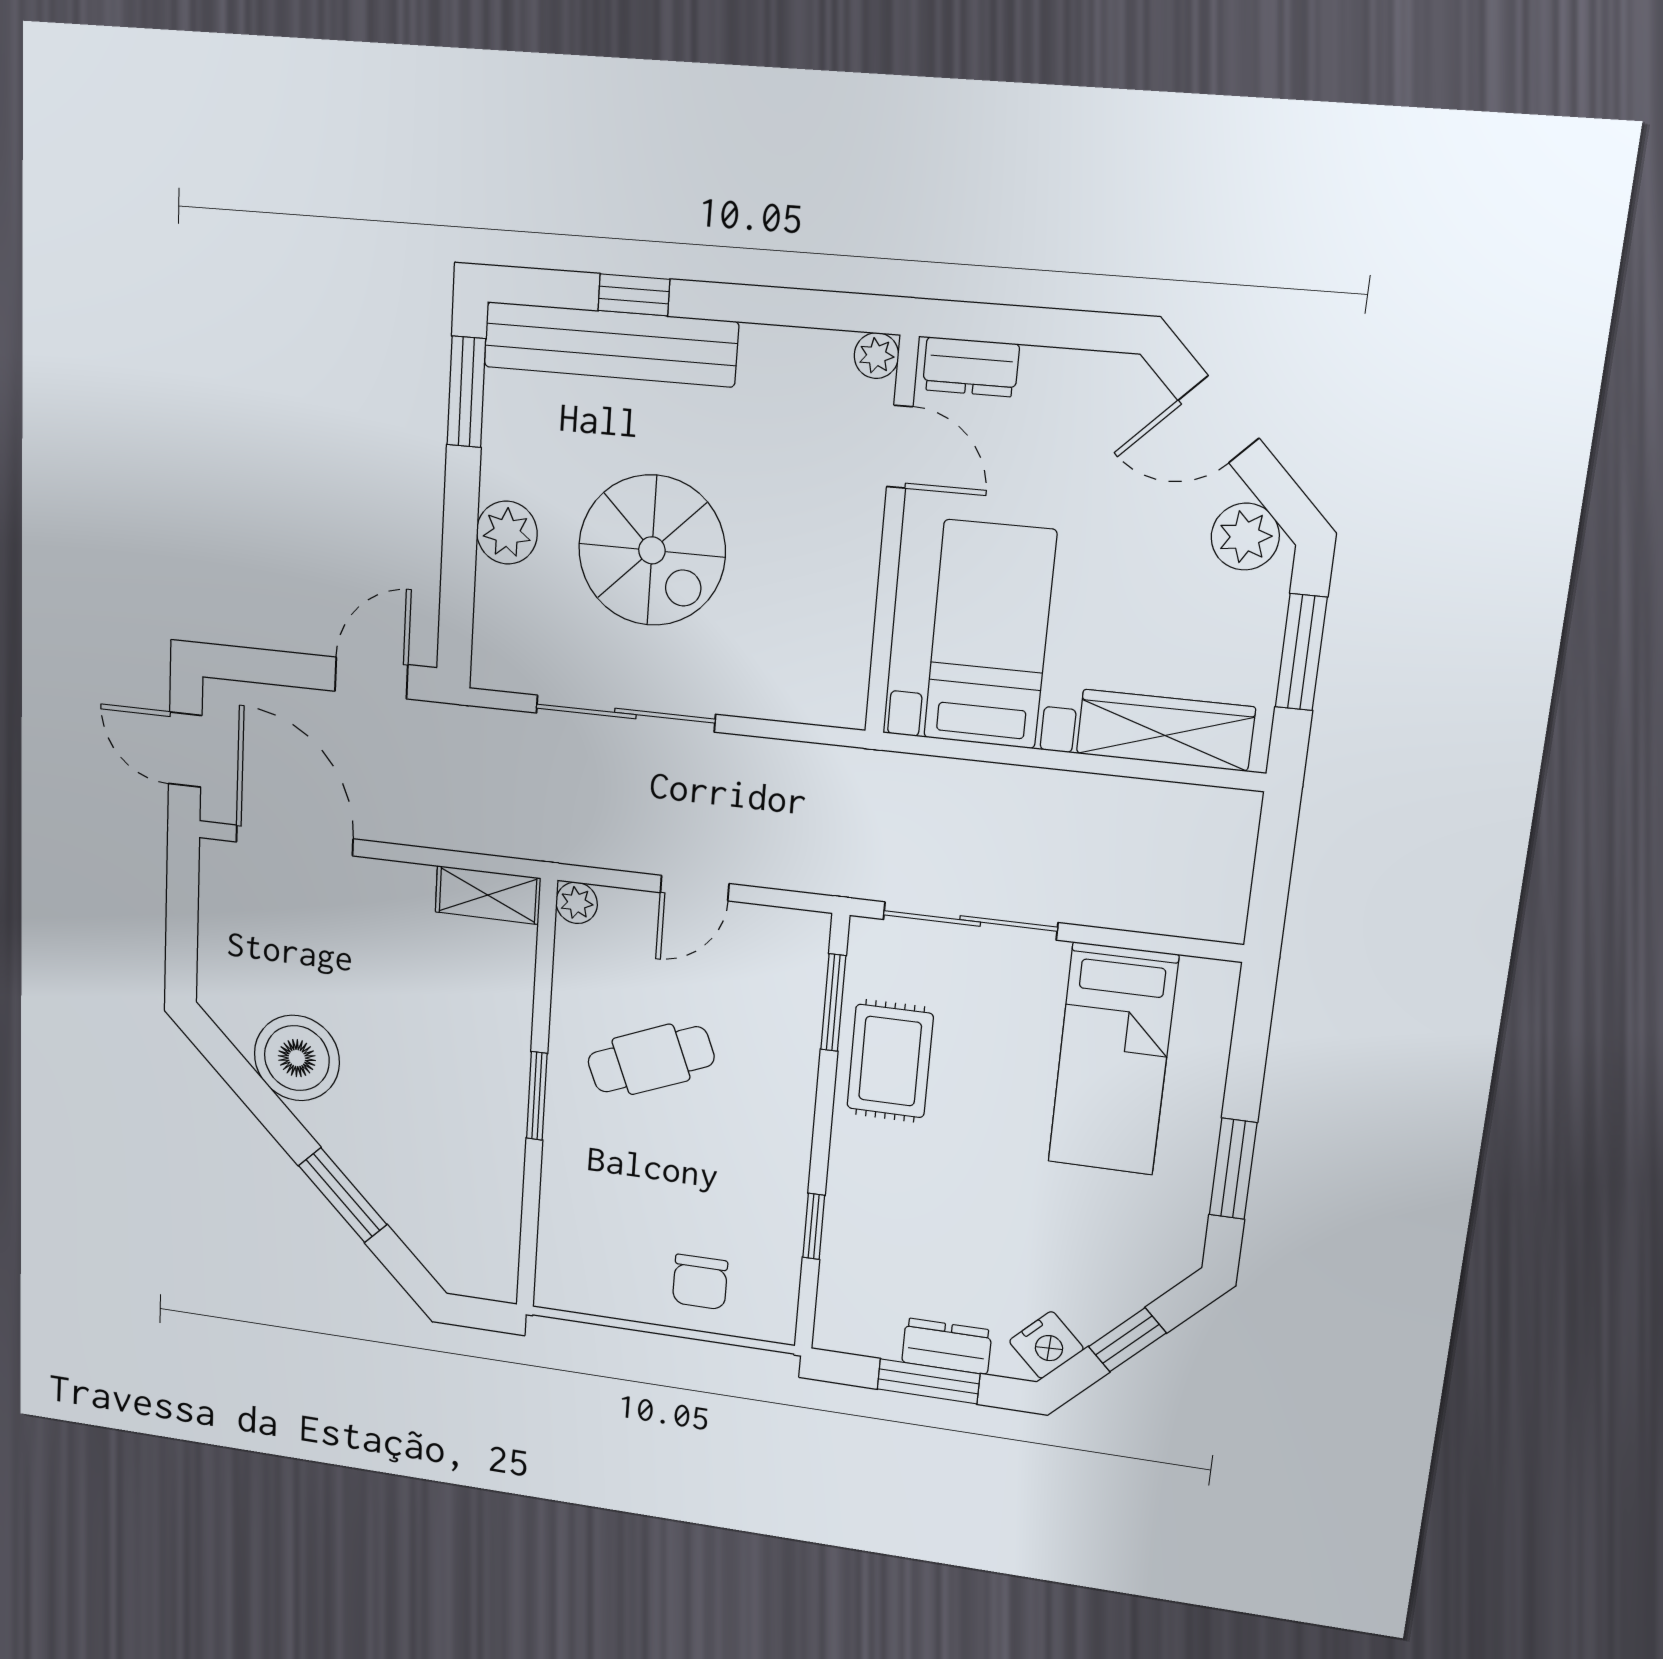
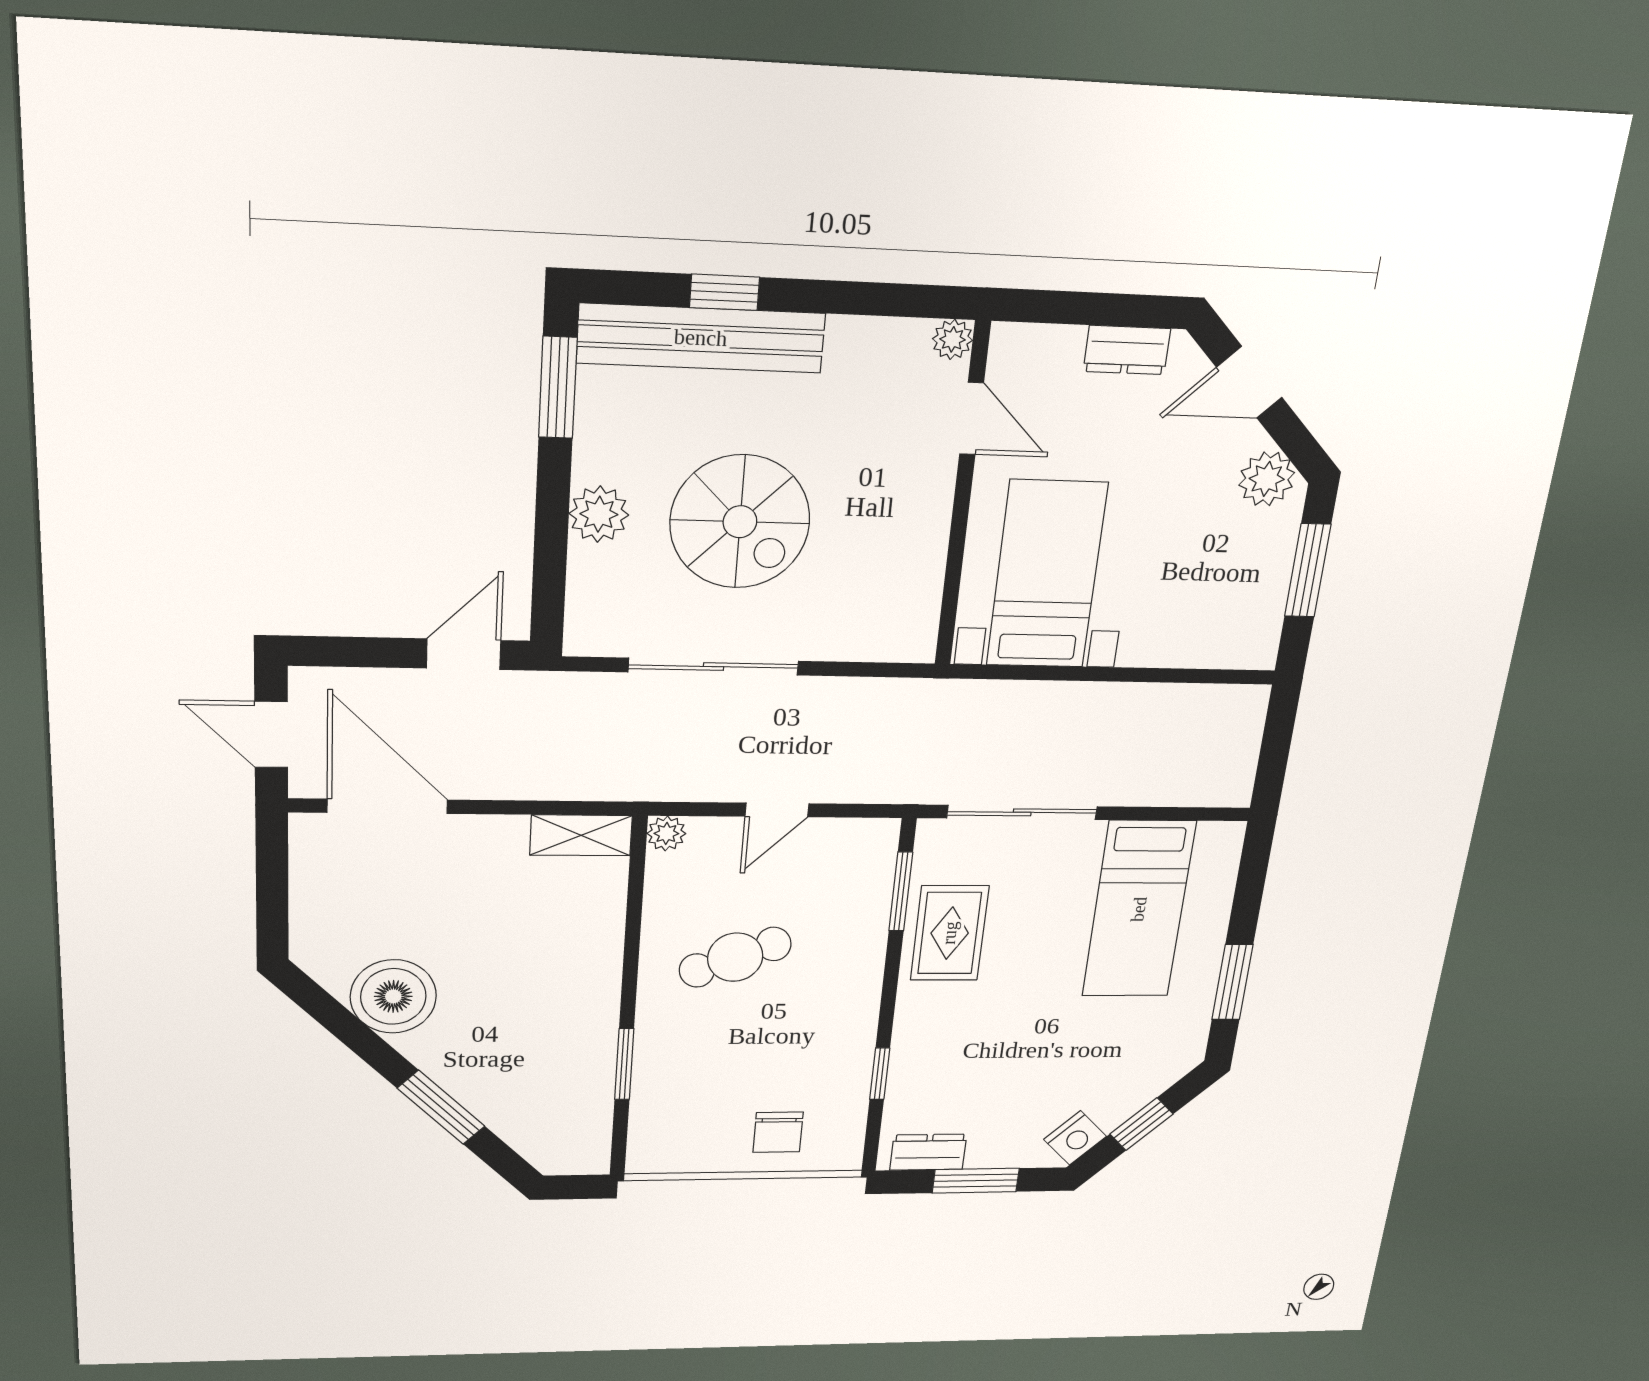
dresser: (971, 367) -> (1127, 350), moved
wardrobe: (1165, 730) -> (1193, 642), removed
window: (537, 1096) -> (624, 1064), moved
dresser: (947, 1346) -> (928, 1152), moved

